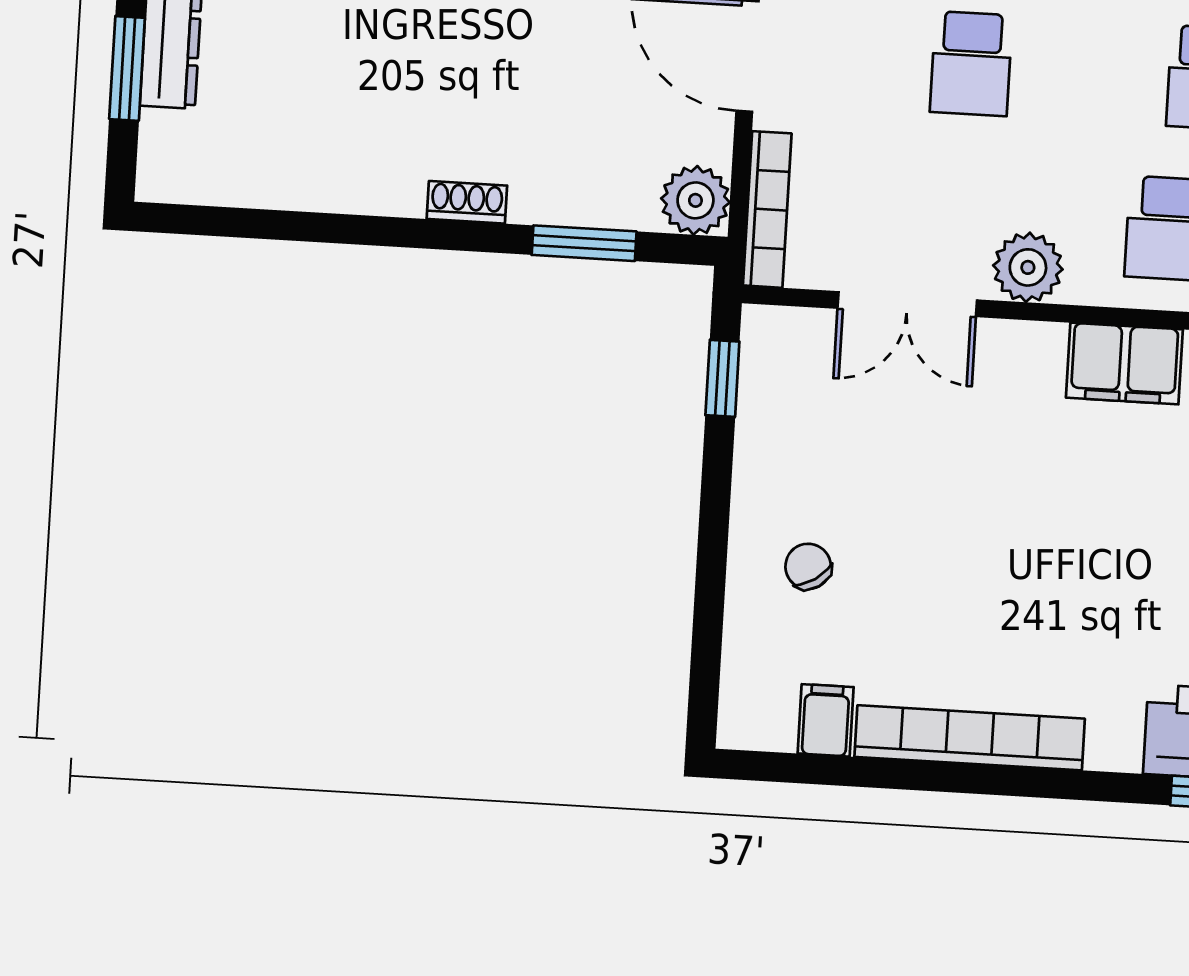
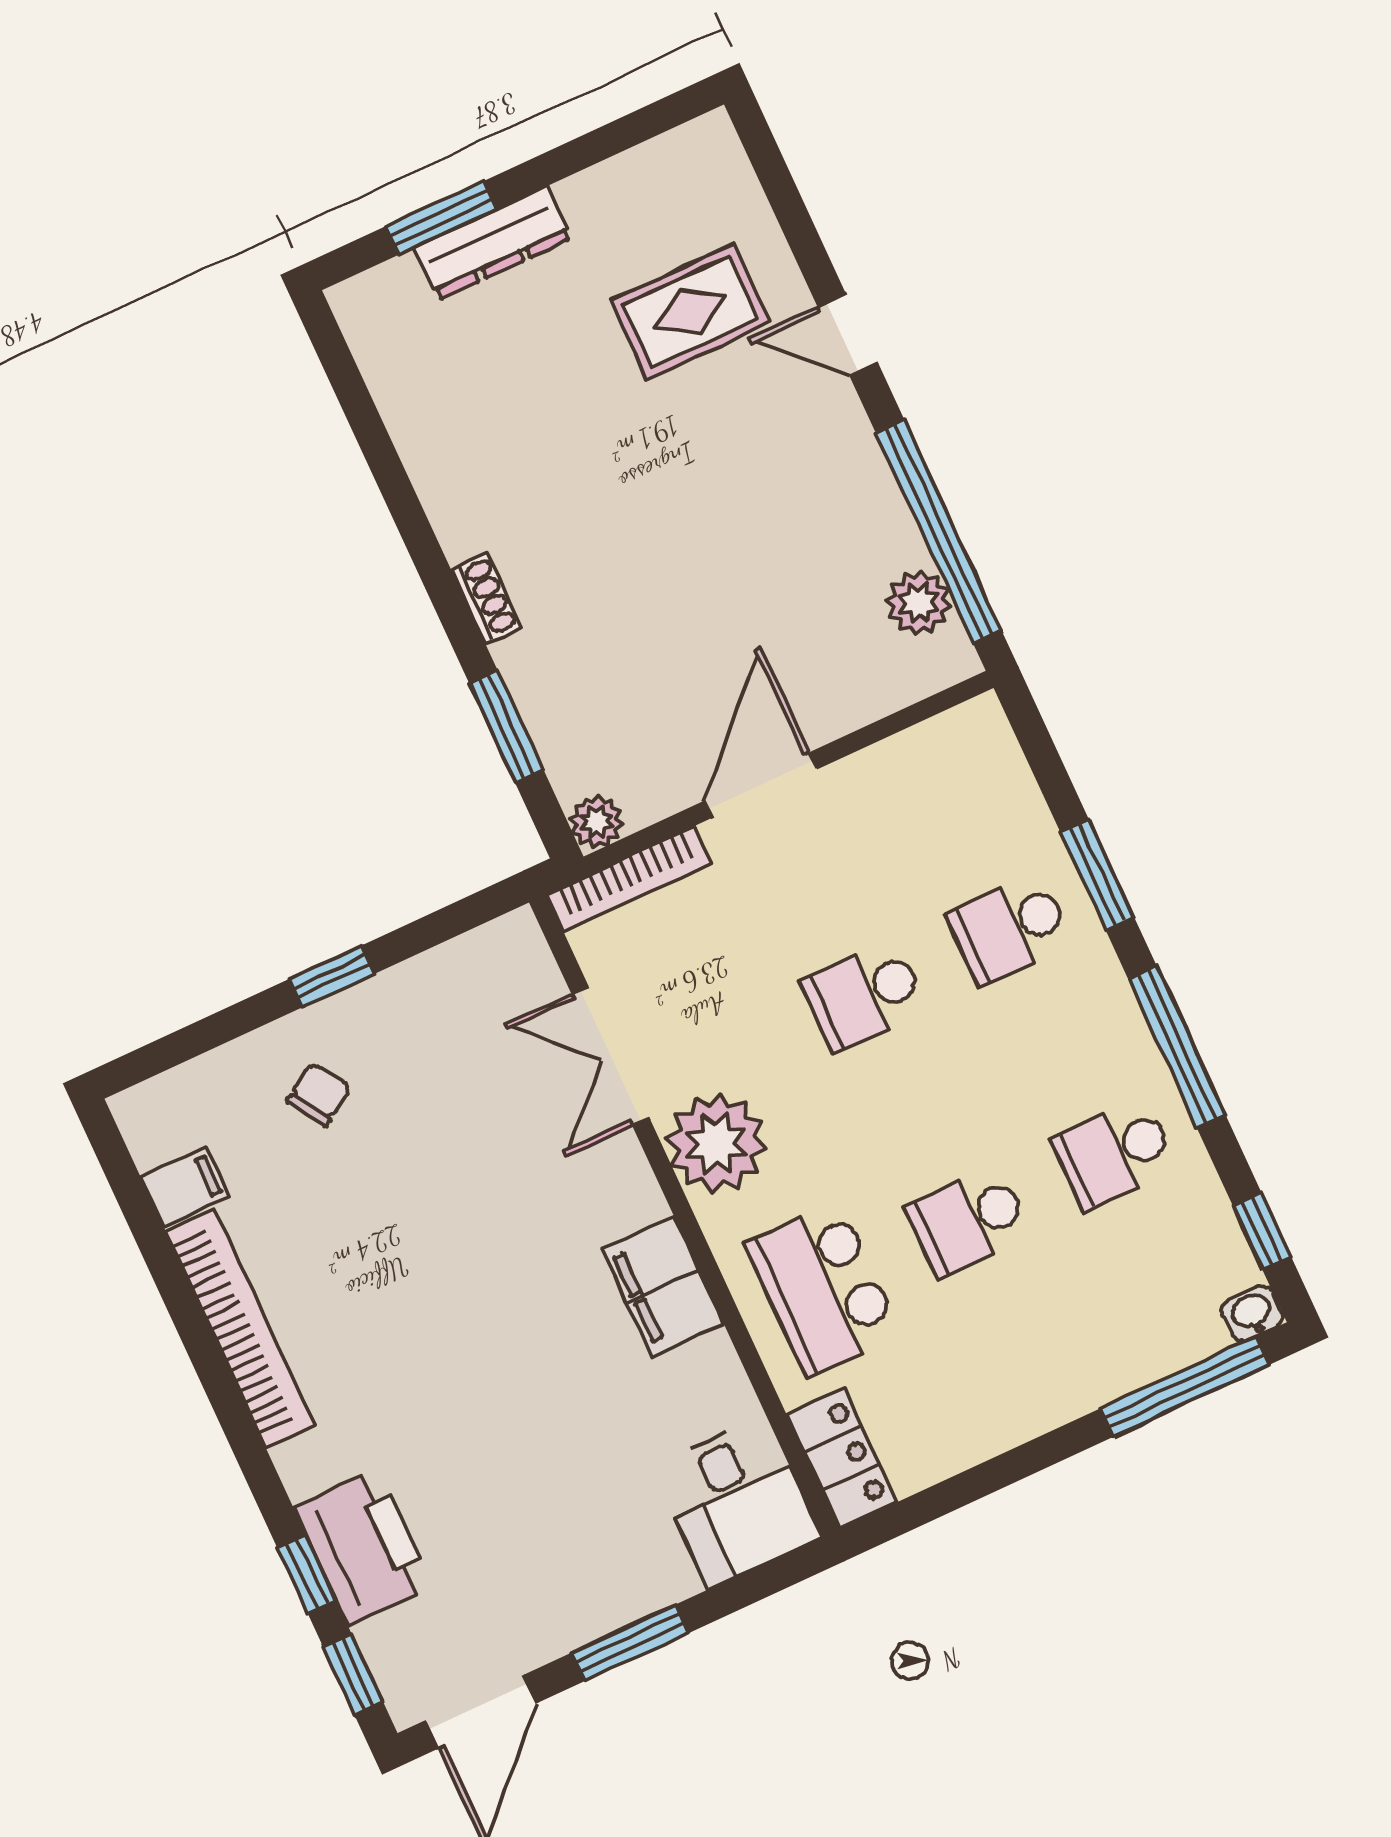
plant: (695, 200) -> (596, 822), width x0.73, depth x0.73
plant: (1028, 267) -> (716, 1144), width x1.36, depth x1.36
window: (722, 378) -> (332, 976), moved

